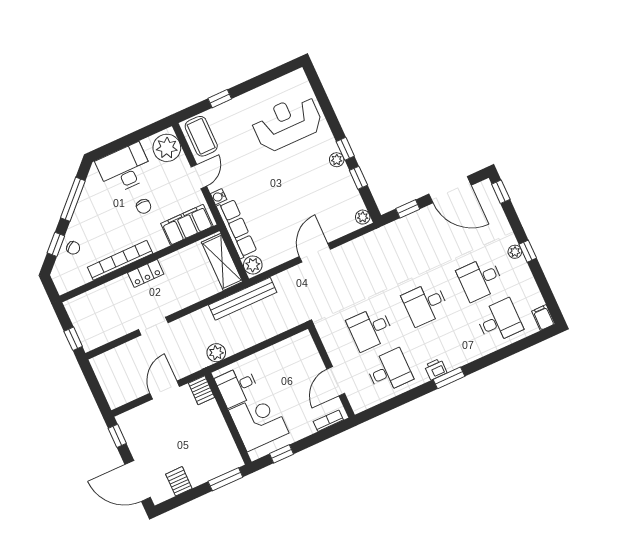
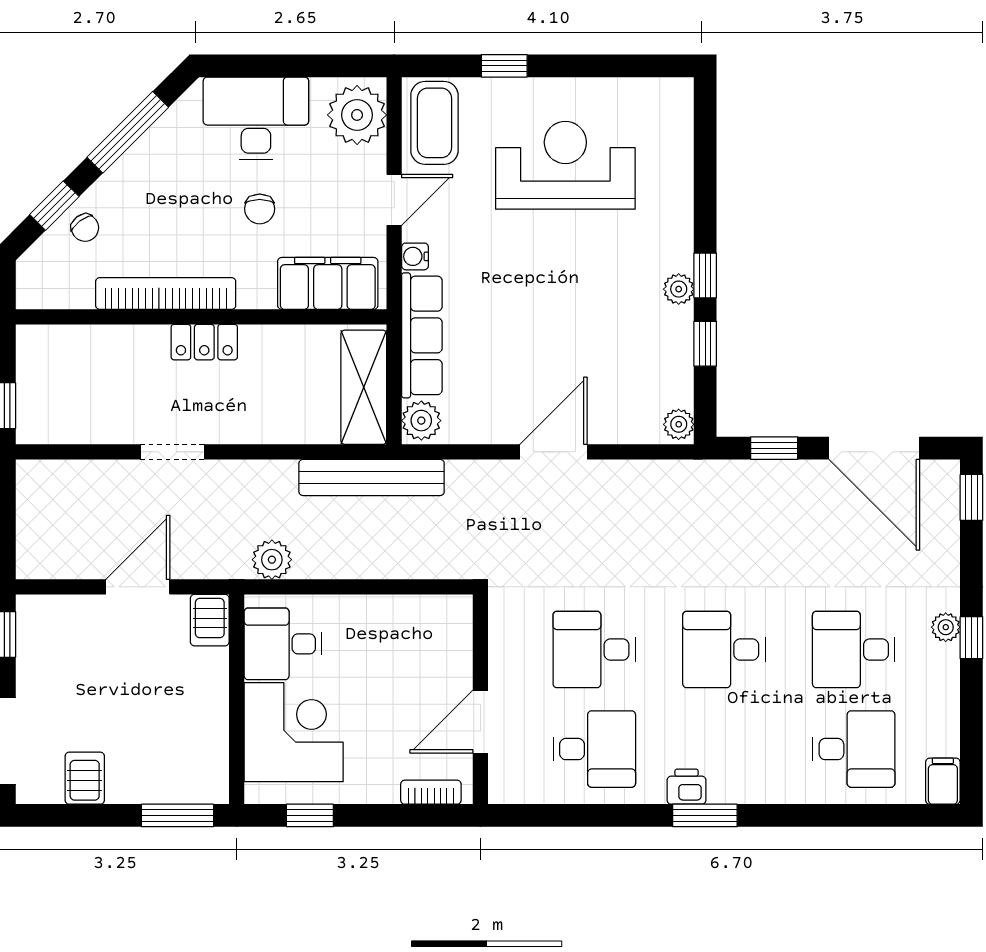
reception desk: (287, 123) -> (565, 165), moved

